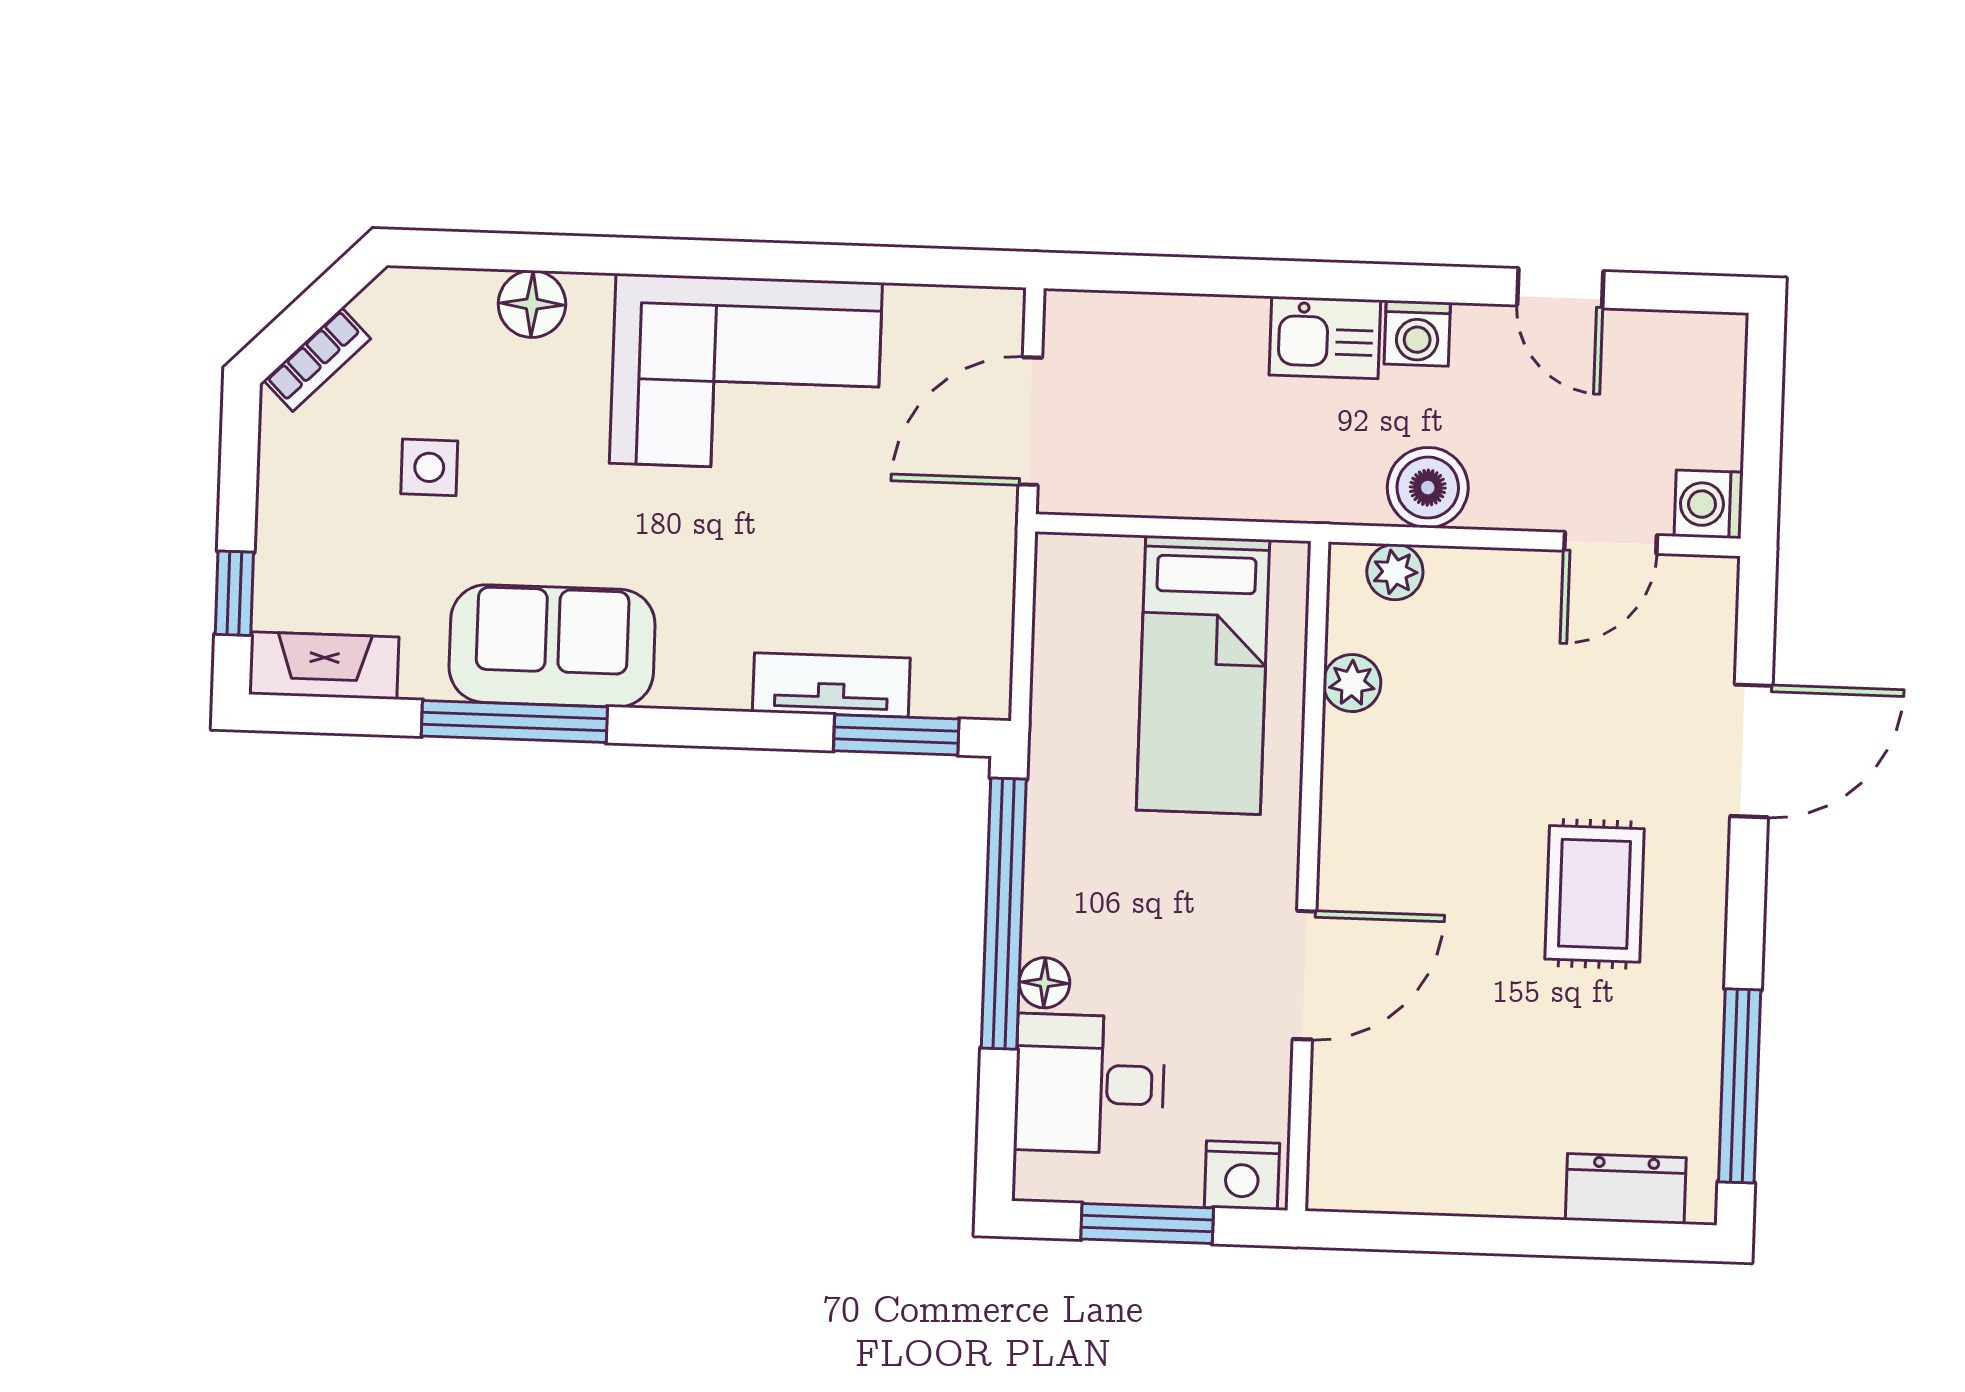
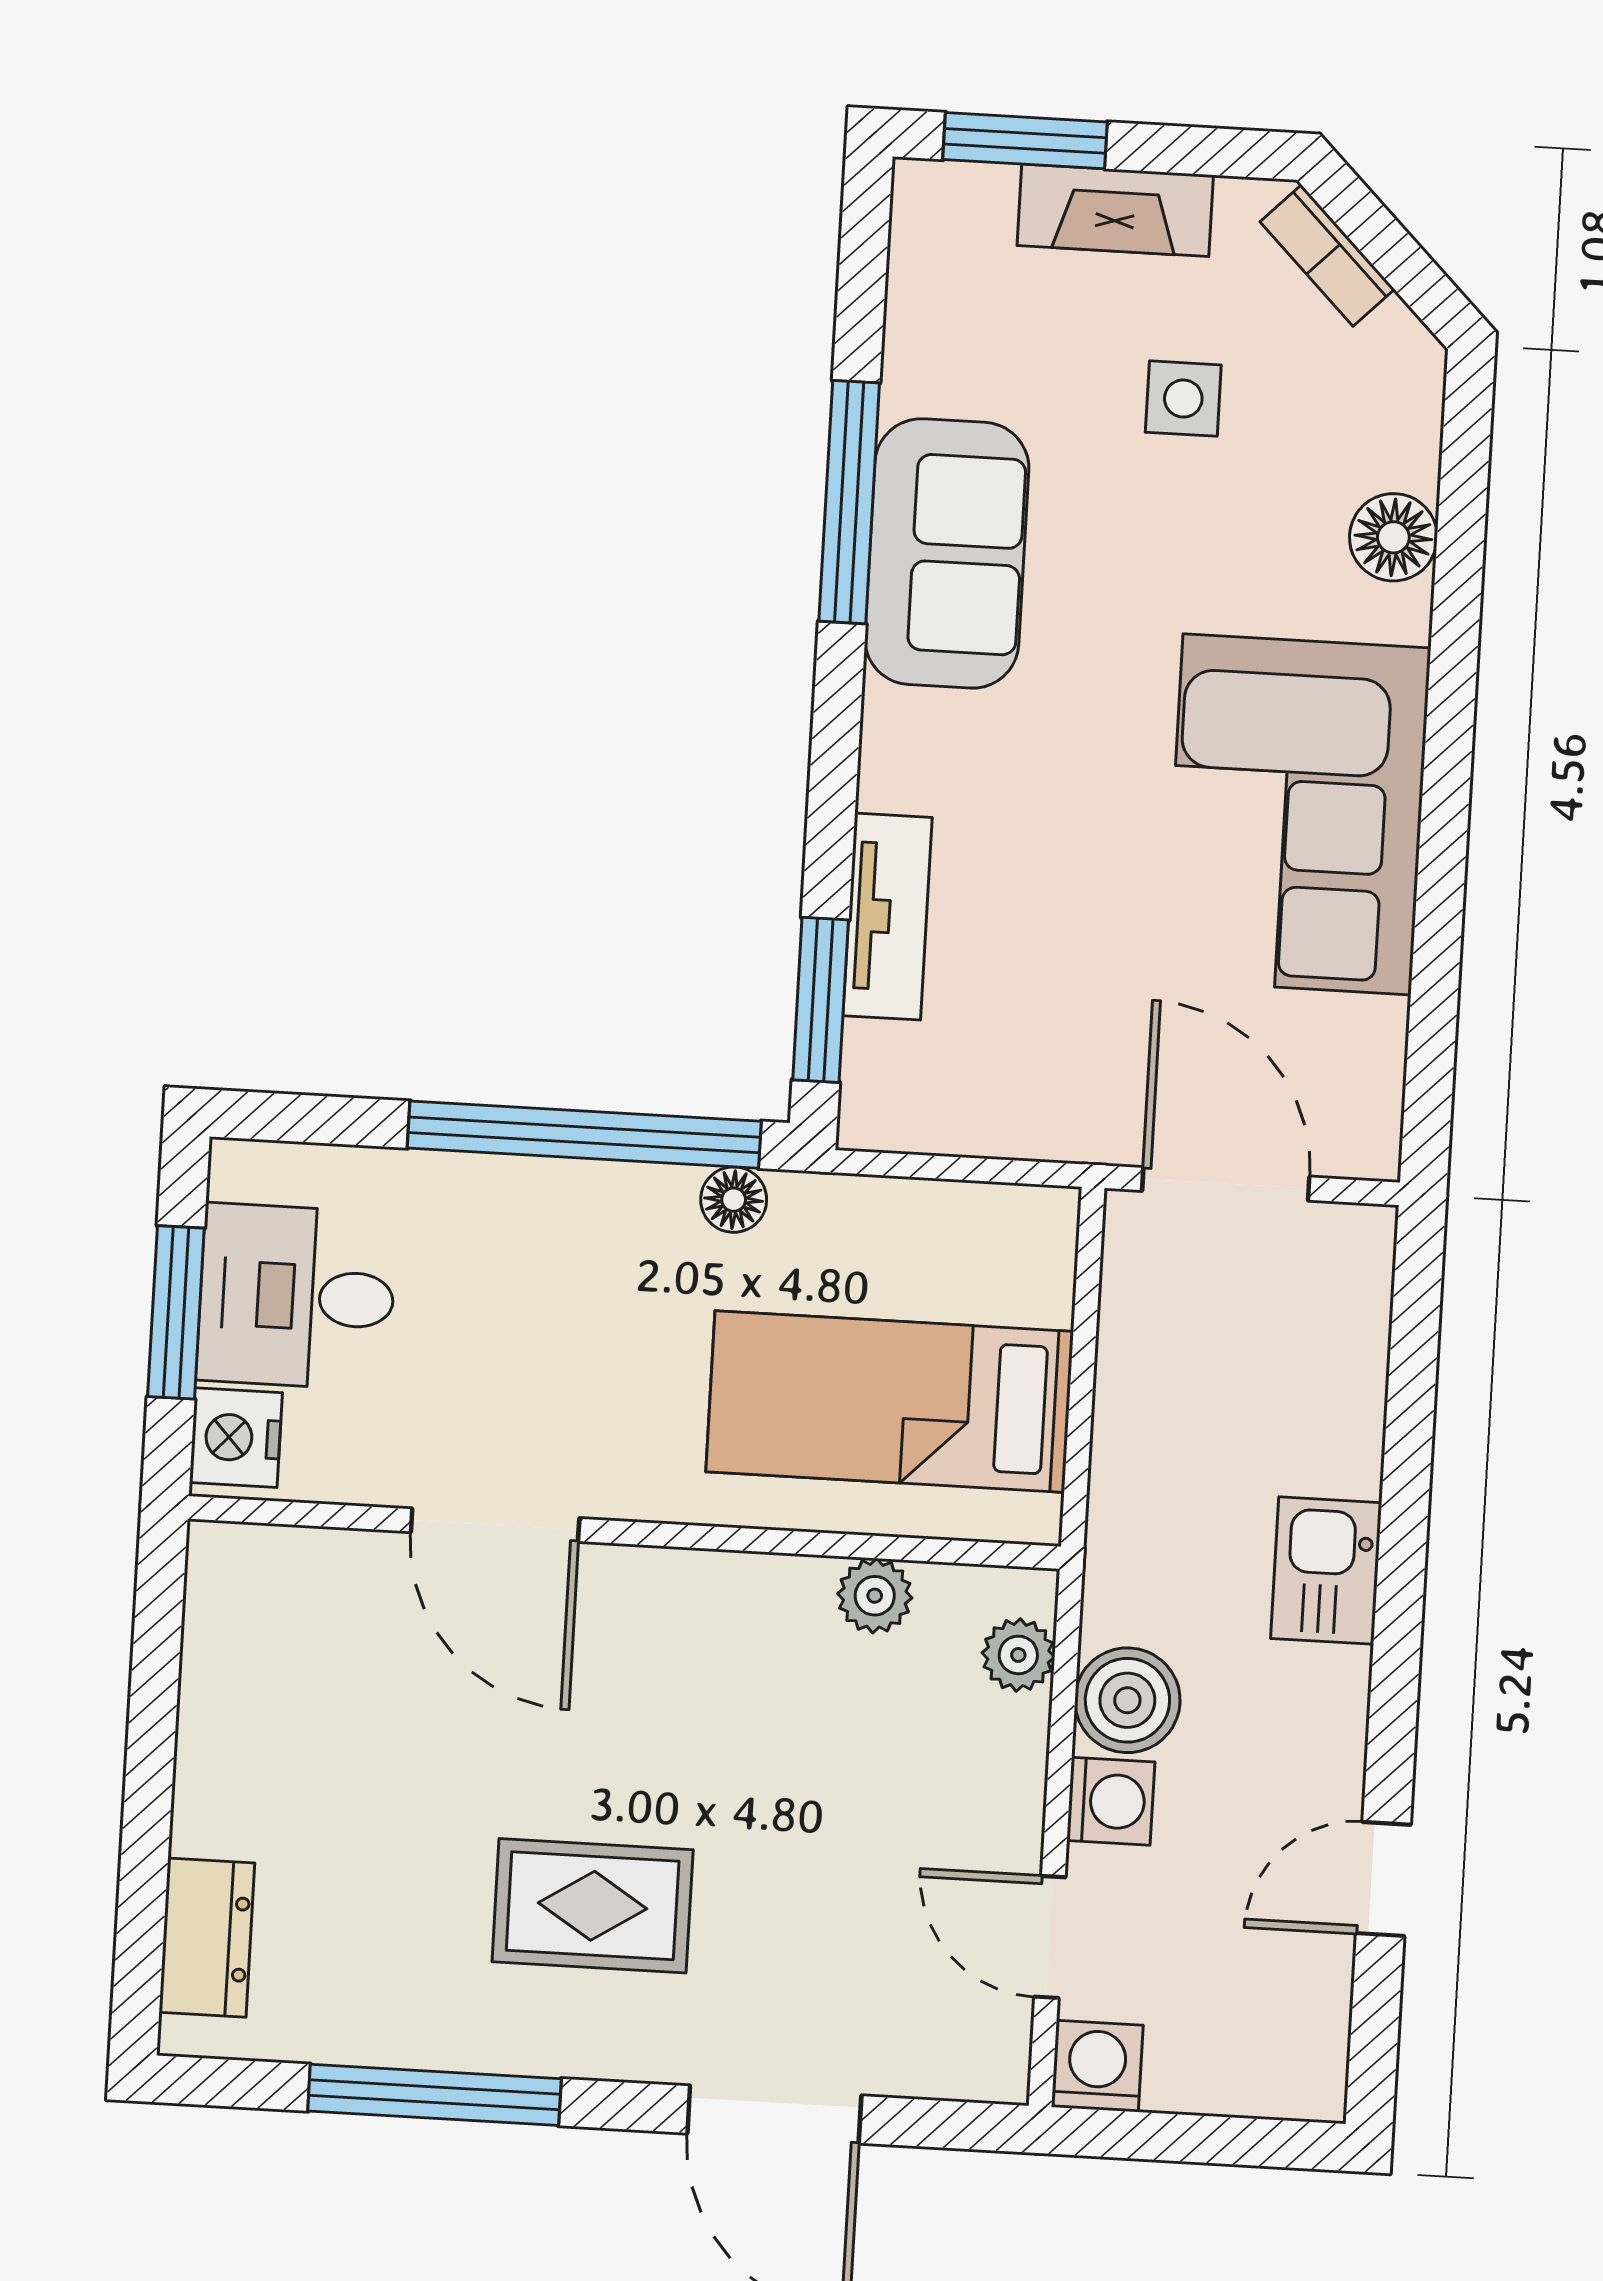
washing machine: (1417, 333) -> (1111, 1801), moved, turned 180
window: (234, 593) -> (1025, 141), width x1.50
fireplace: (324, 666) -> (1115, 210), moved, turned 90
floor lamp: (1044, 983) -> (734, 1200), moved
desk: (1090, 1084) -> (297, 1297), moved, turned -90
window: (1740, 1086) -> (434, 2095), moved

